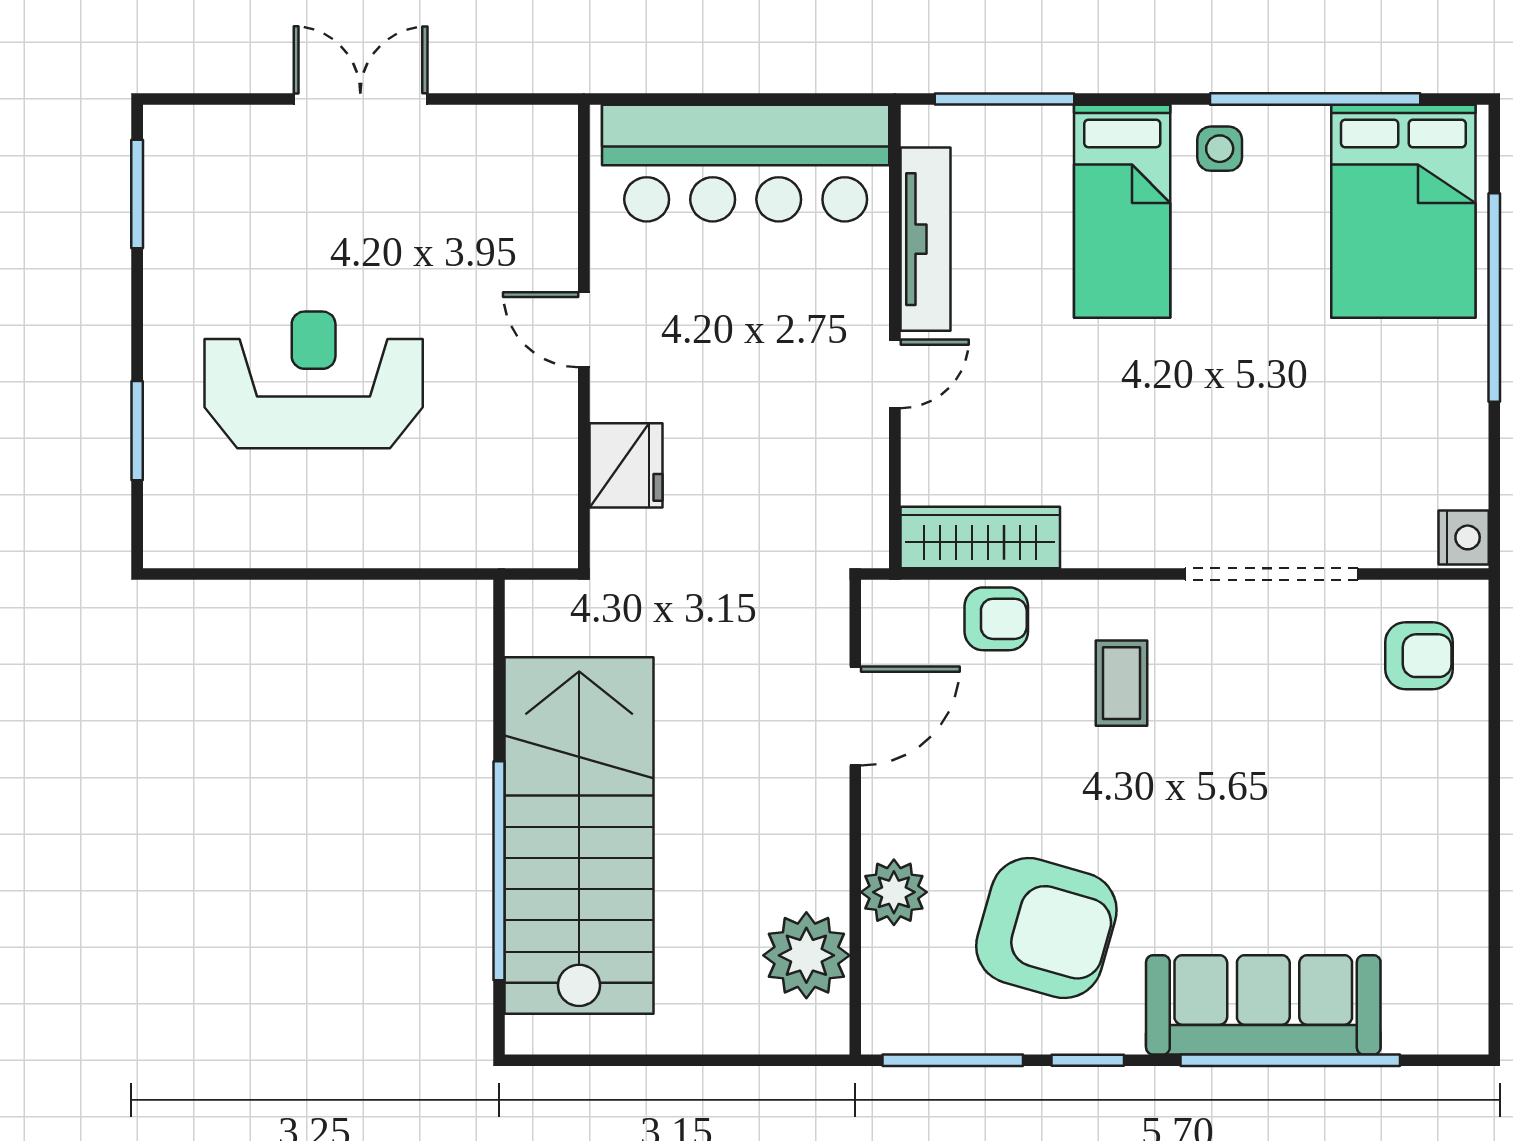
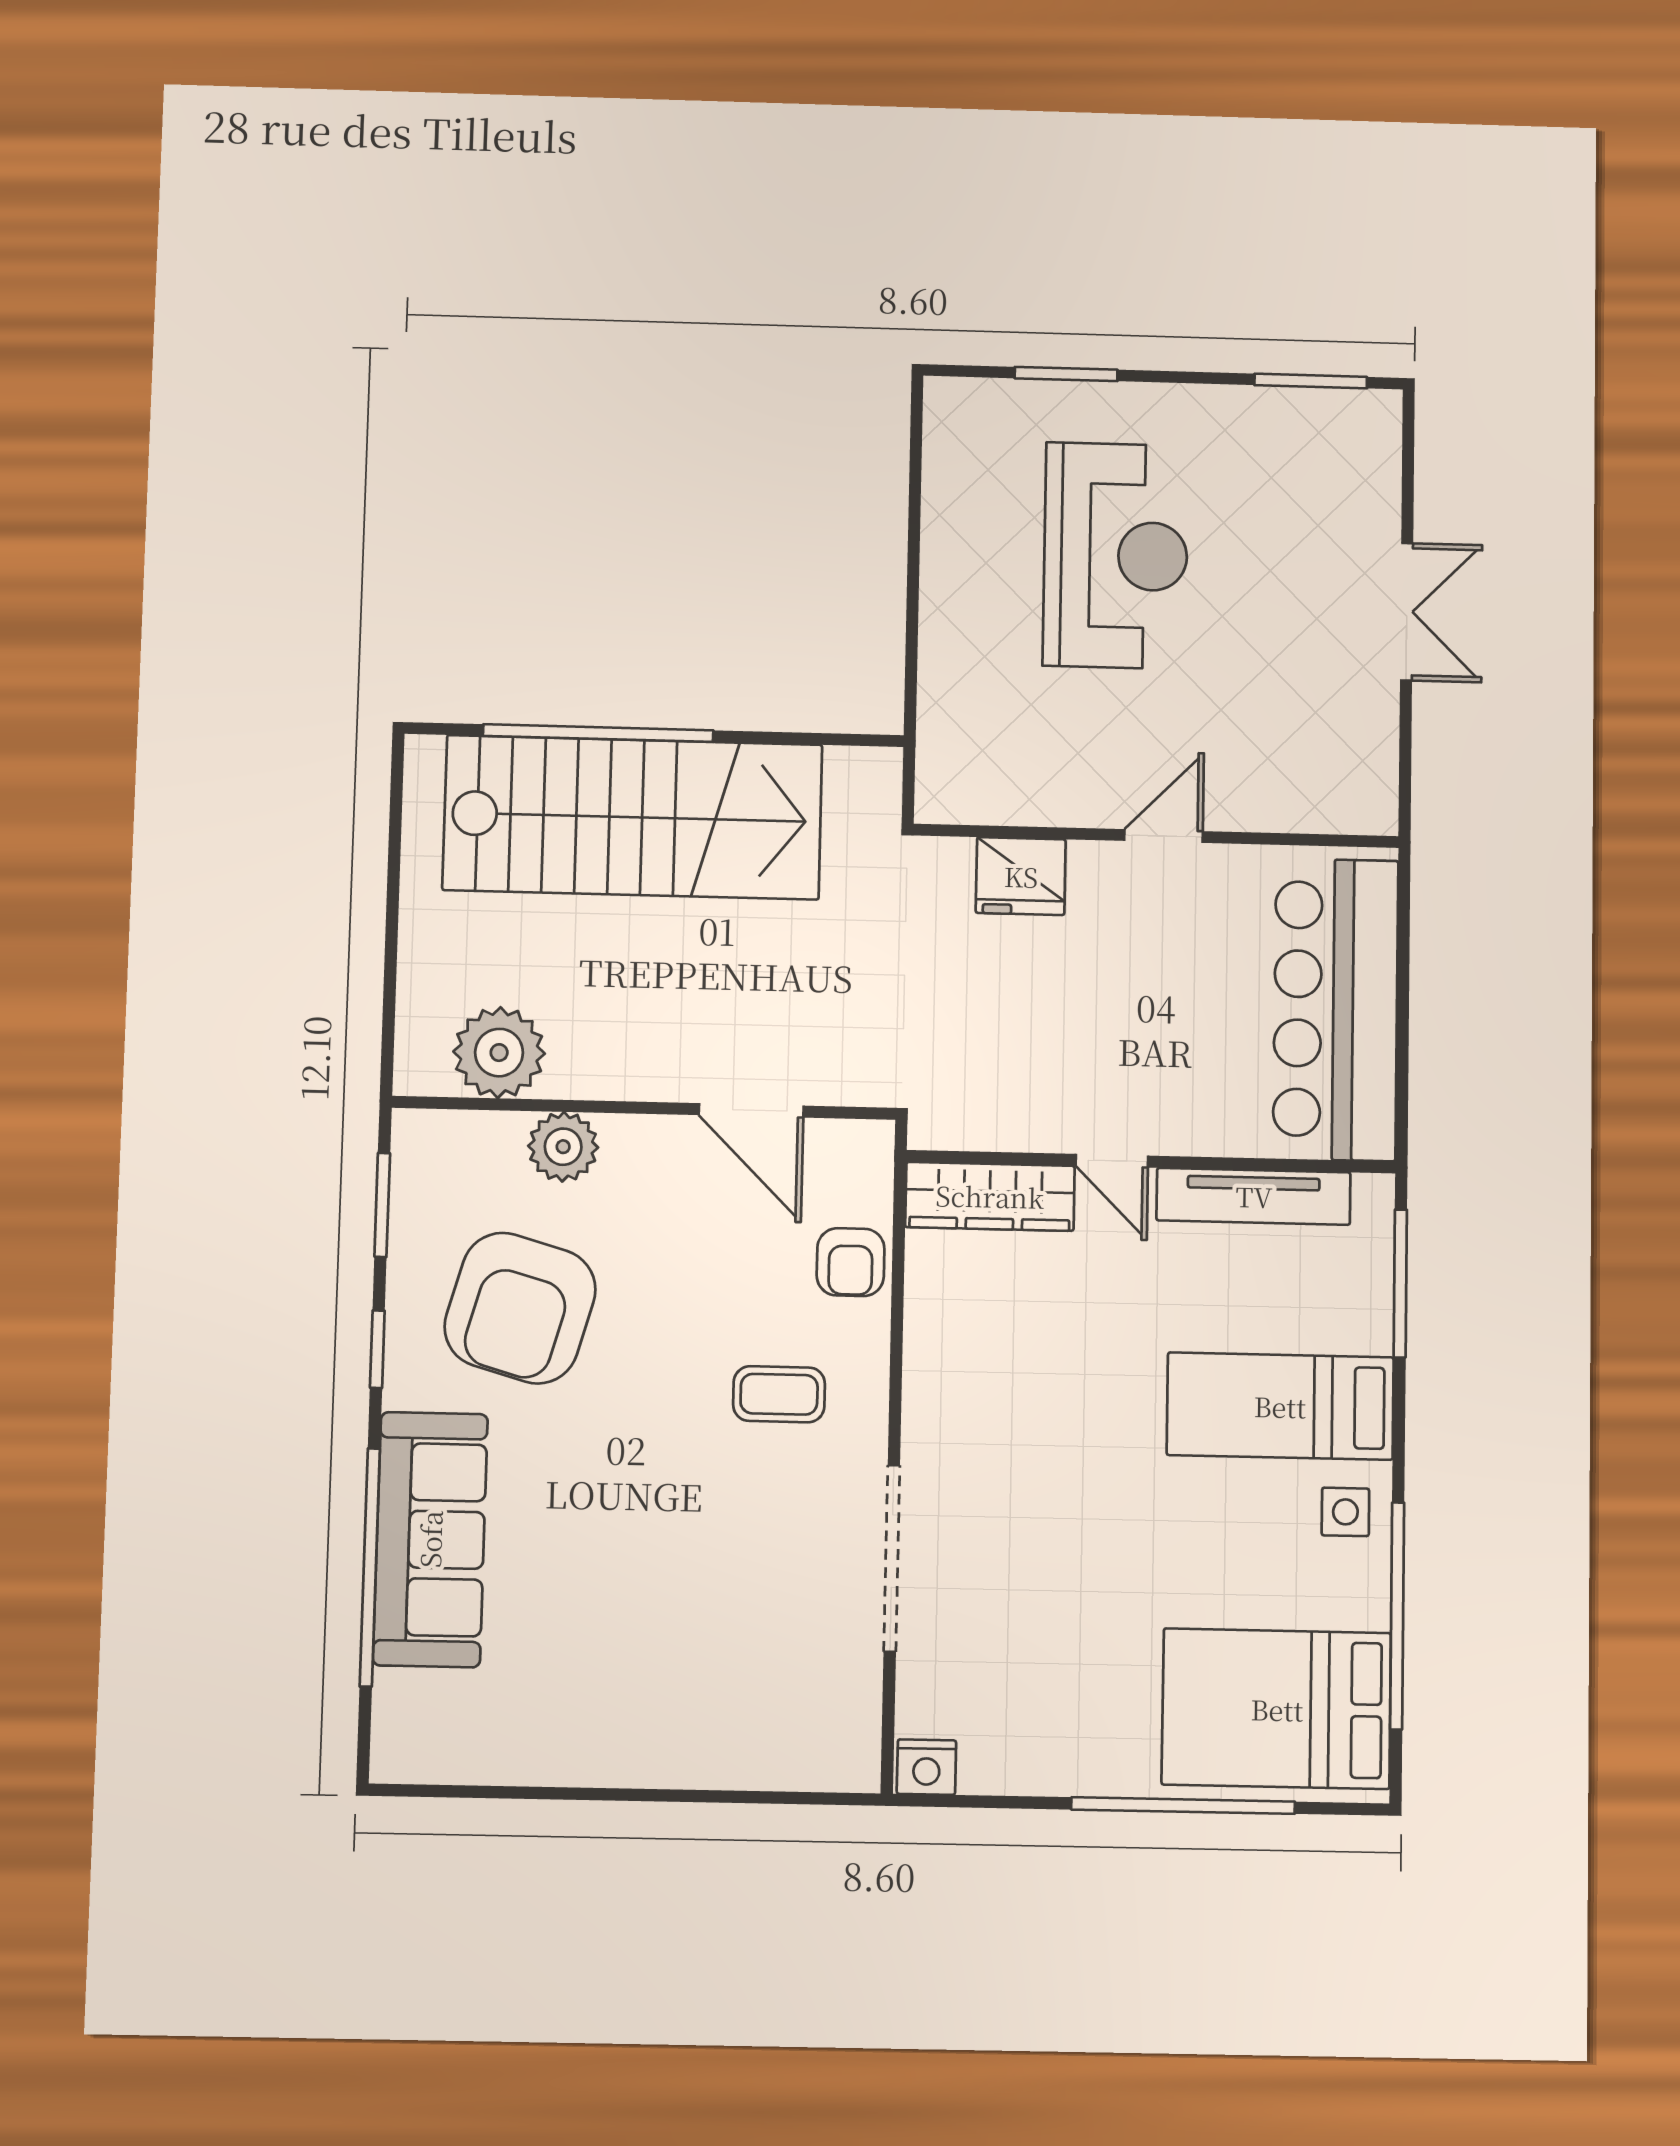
wardrobe: (980, 538) -> (990, 1196), moved, turned 90
armchair: (1419, 656) -> (801, 1716), removed
window: (953, 1060) -> (382, 1205), width x0.69

